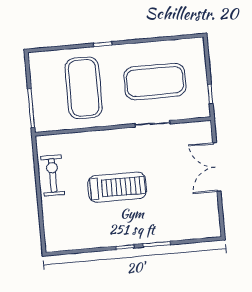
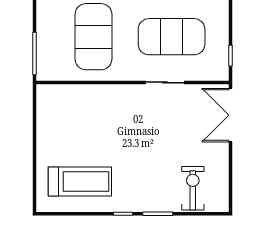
double door: (217, 167) -> (231, 115), moved
exercise bike: (53, 175) -> (193, 188), moved
treadmill: (117, 187) -> (80, 182), moved

